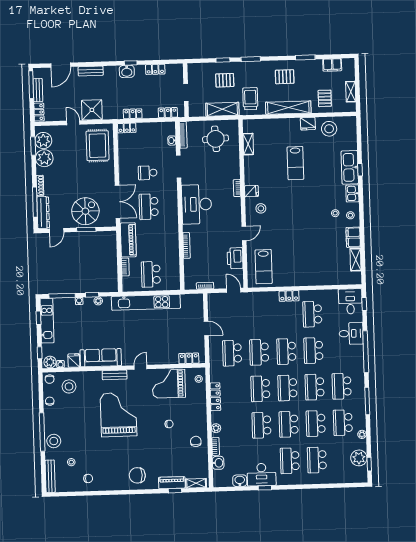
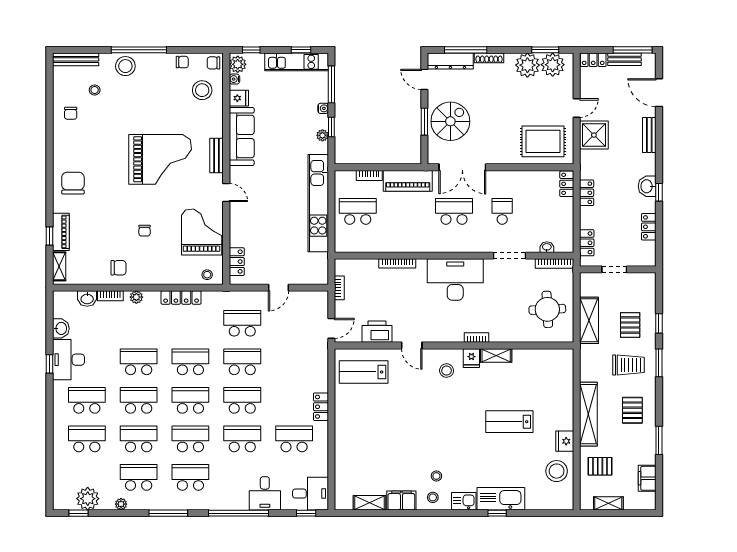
trolley: (250, 99) -> (629, 365), moved
shelving: (248, 144) -> (496, 355), moved
spiral stairs: (85, 211) -> (450, 121), turned -90

